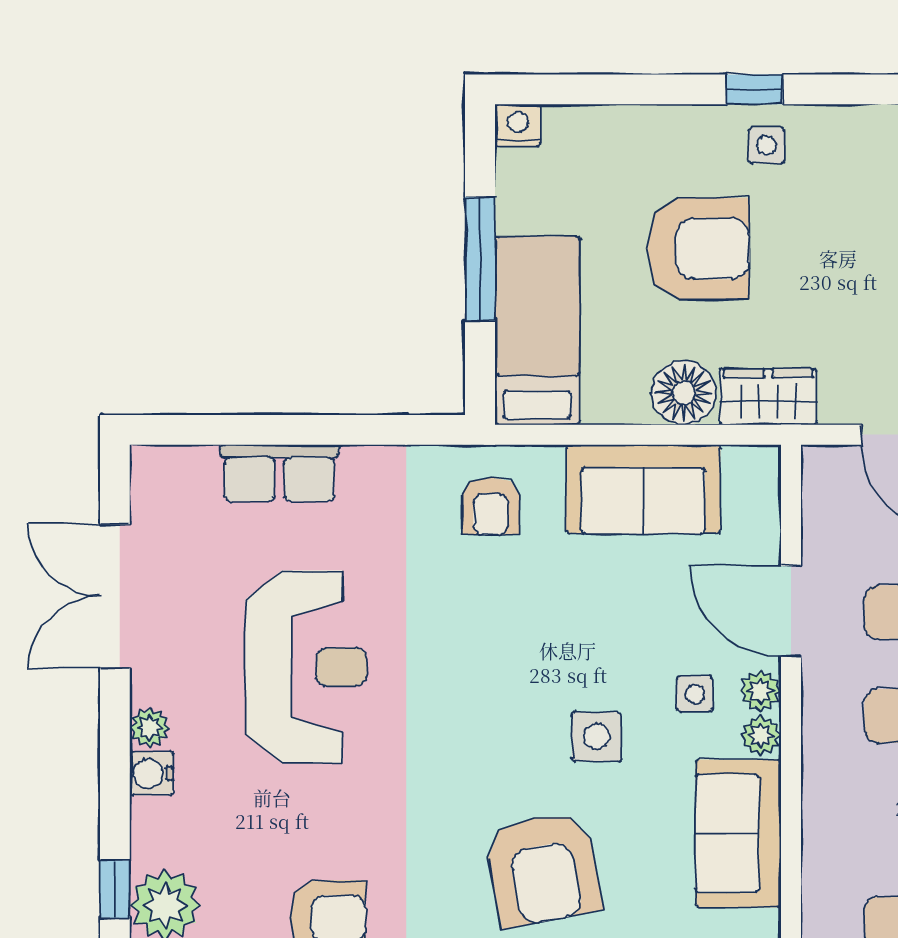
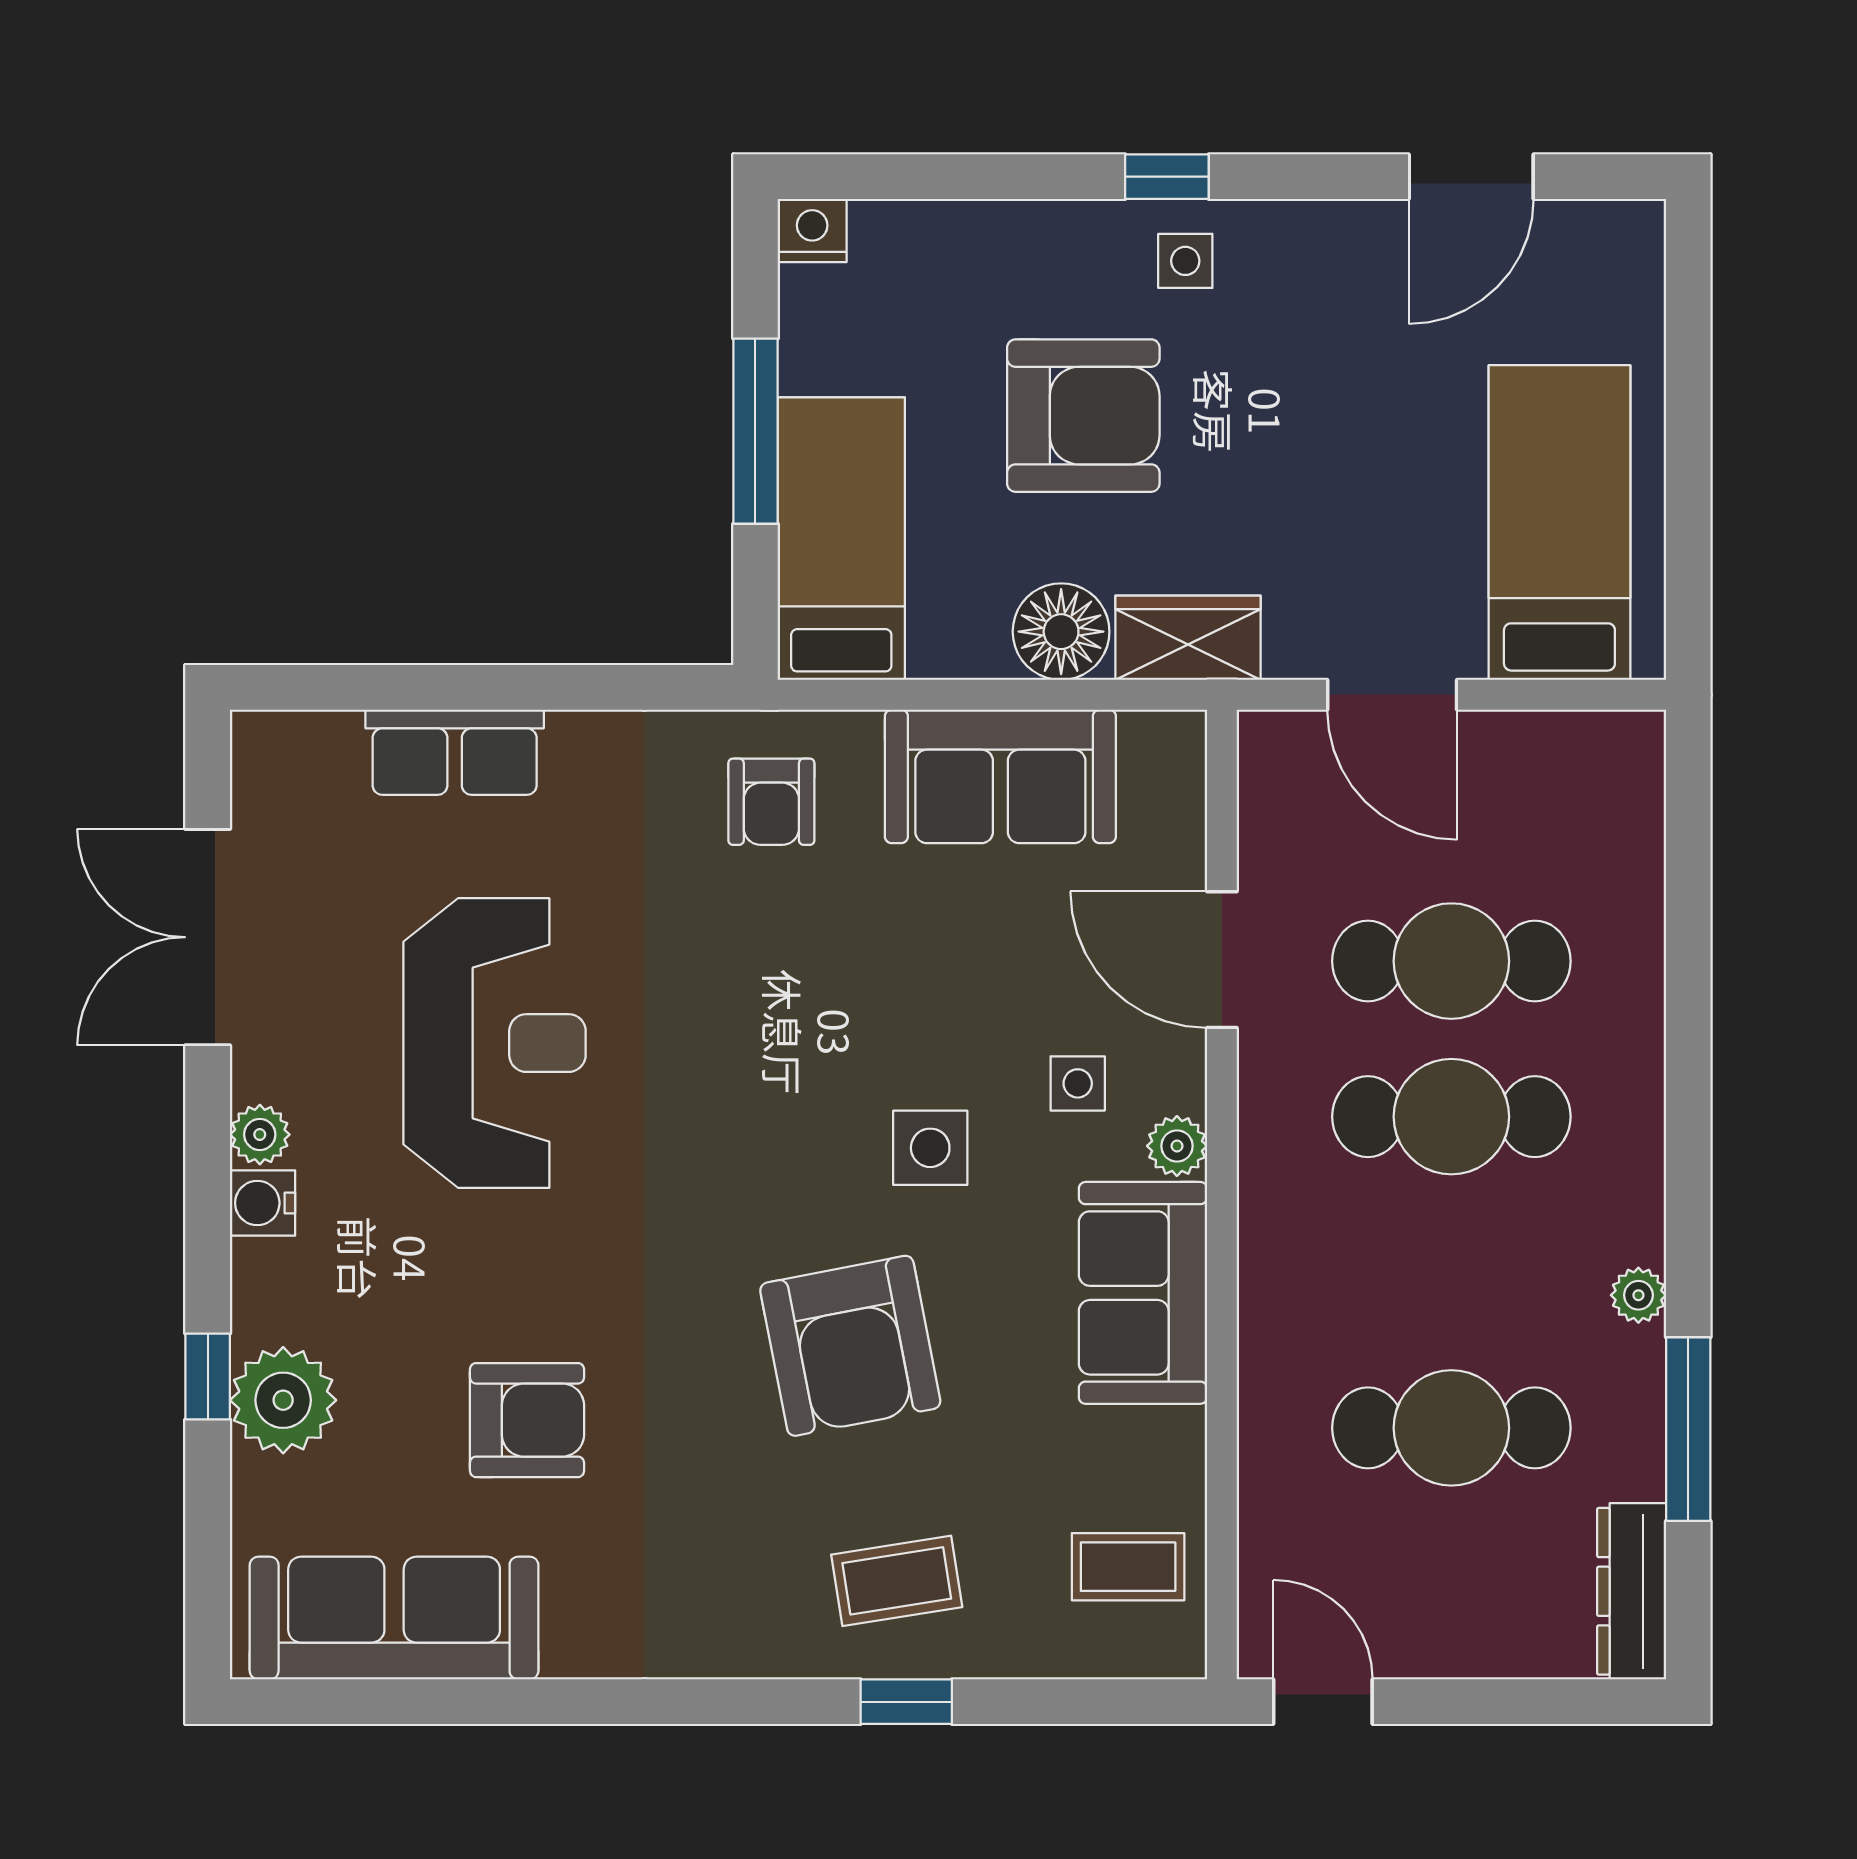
plant: (760, 691) -> (1176, 1079), removed

